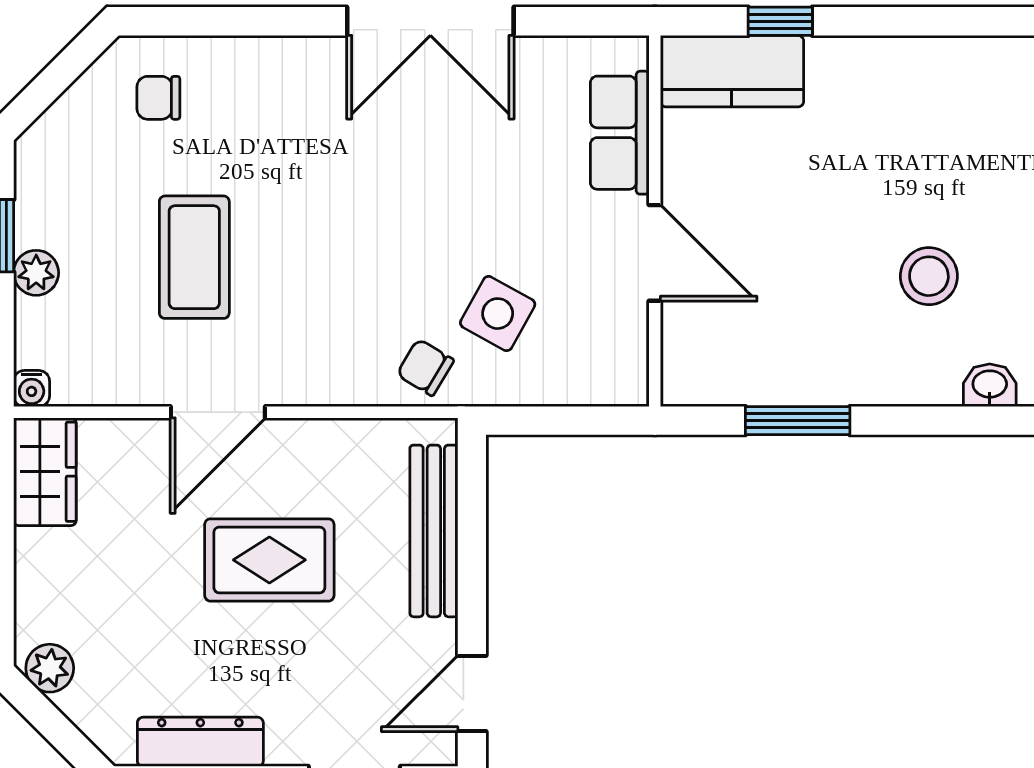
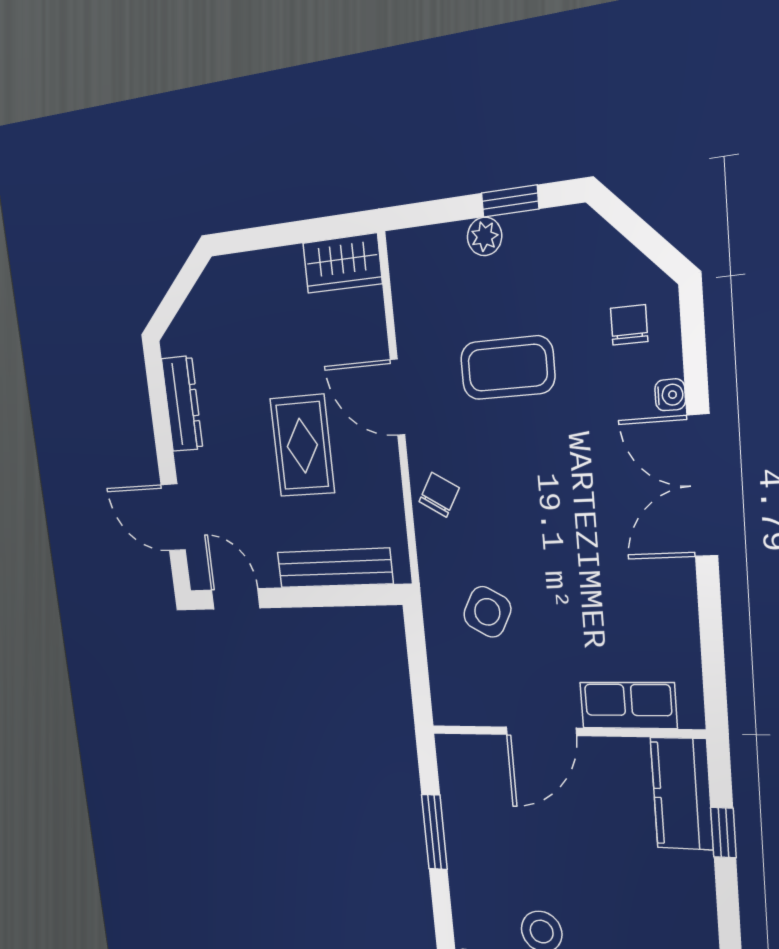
double door: (430, 21) -> (702, 486), moved
chair: (425, 367) -> (439, 495), moved
water cooler: (32, 389) -> (670, 395), moved, turned 180
plant: (50, 668) -> (214, 285), removed

